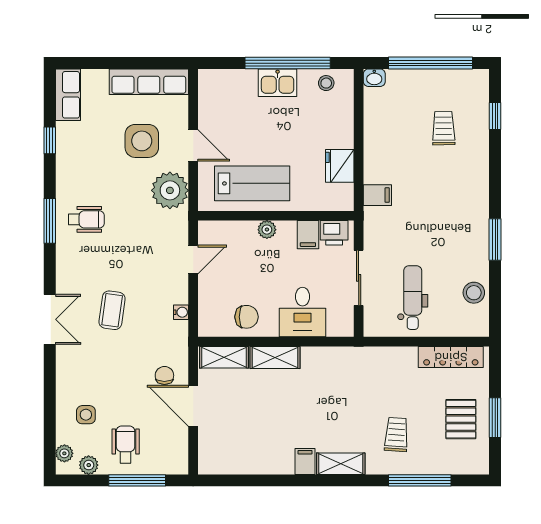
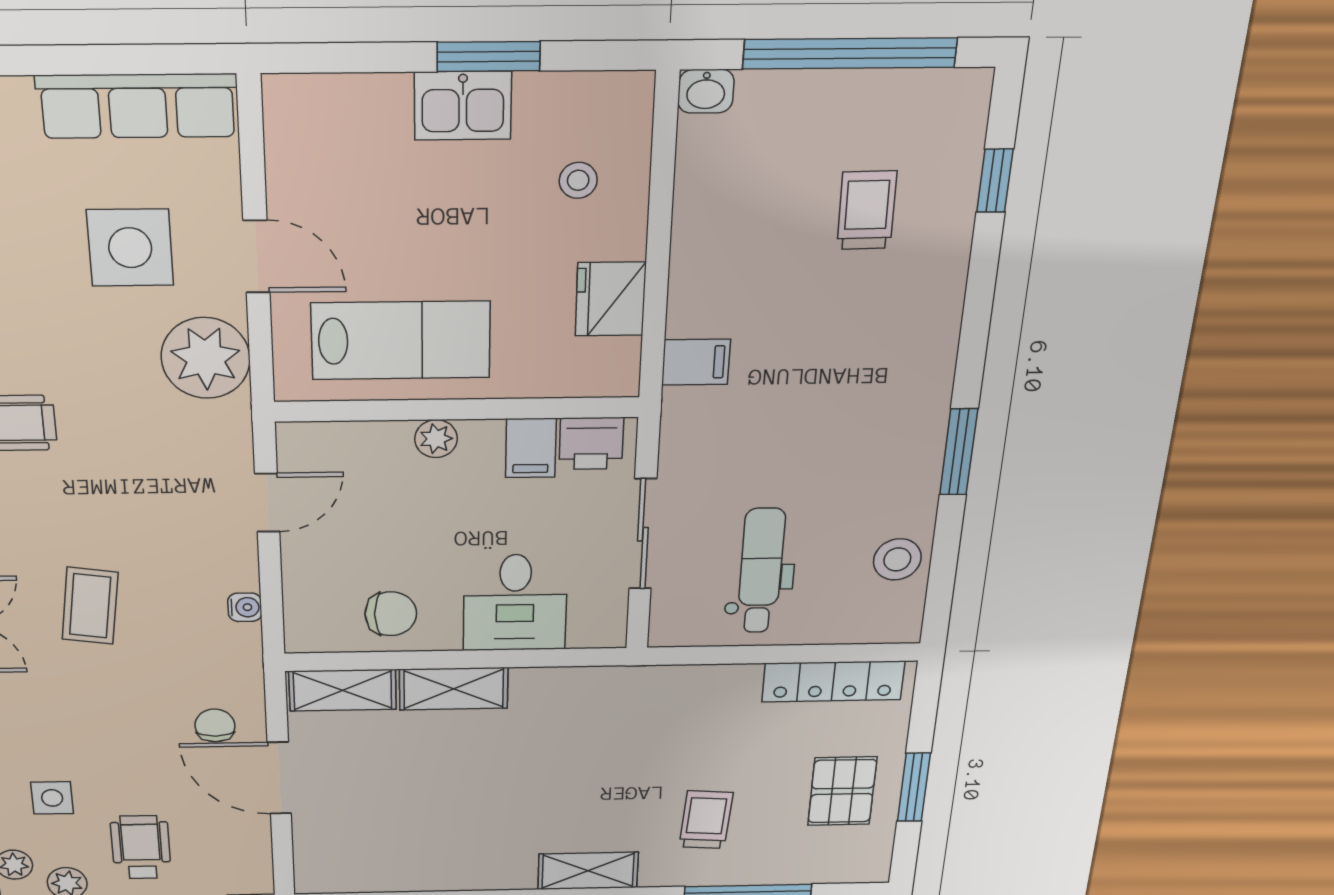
window: (288, 63) -> (489, 56), width x0.47
stool: (326, 83) -> (578, 180), moved
filing cabinet: (305, 461) -> (515, 868), removed

